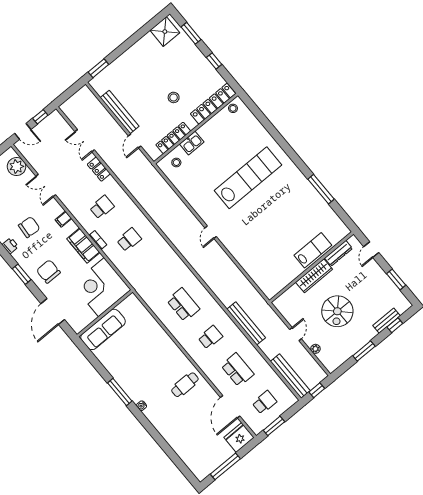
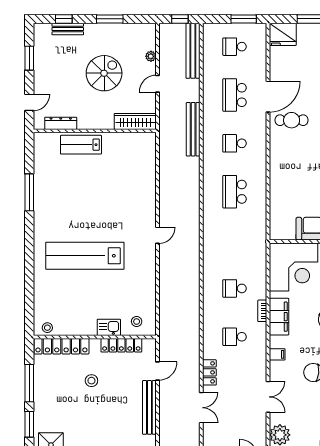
window: (214, 61) -> (29, 383), width x2.17
wardrobe: (314, 276) -> (135, 121), moved
door: (230, 407) -> (268, 97), moved

